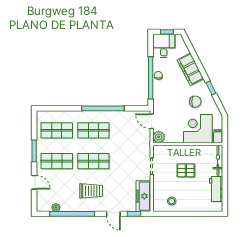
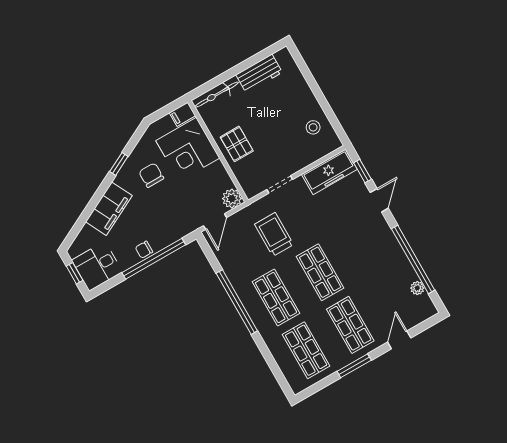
pallet: (186, 170) -> (237, 144), moved
trolley: (91, 191) -> (274, 234), moved

